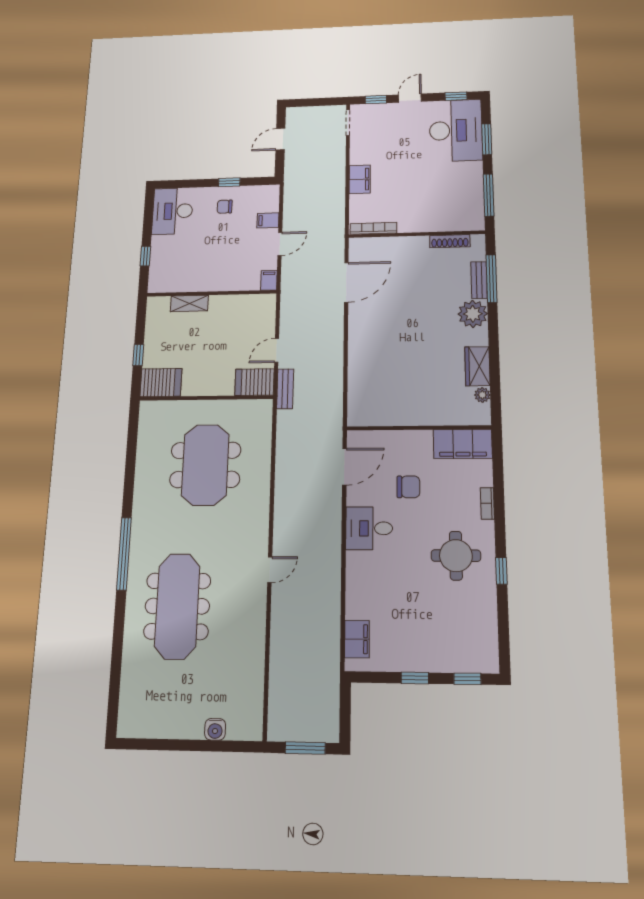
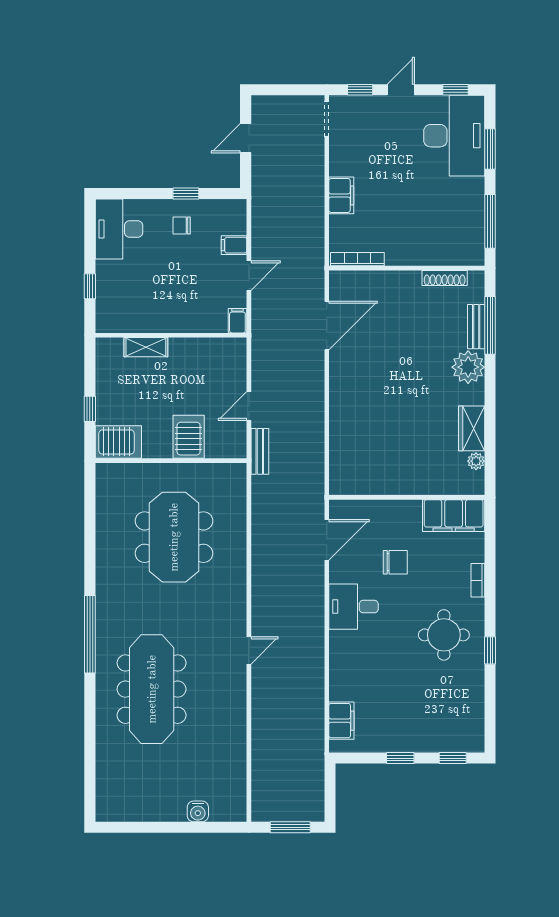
server rack: (254, 382) -> (189, 437), moved, turned 90

